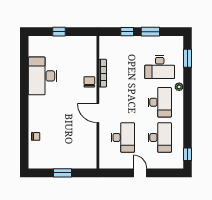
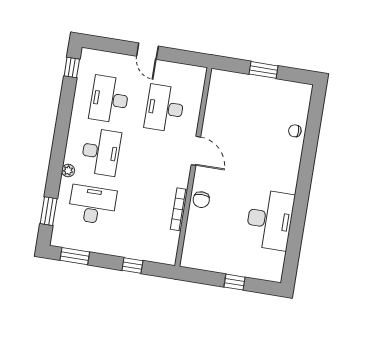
window: (150, 32) -> (75, 256), moved
desk: (160, 102) -> (101, 152), turned 180

